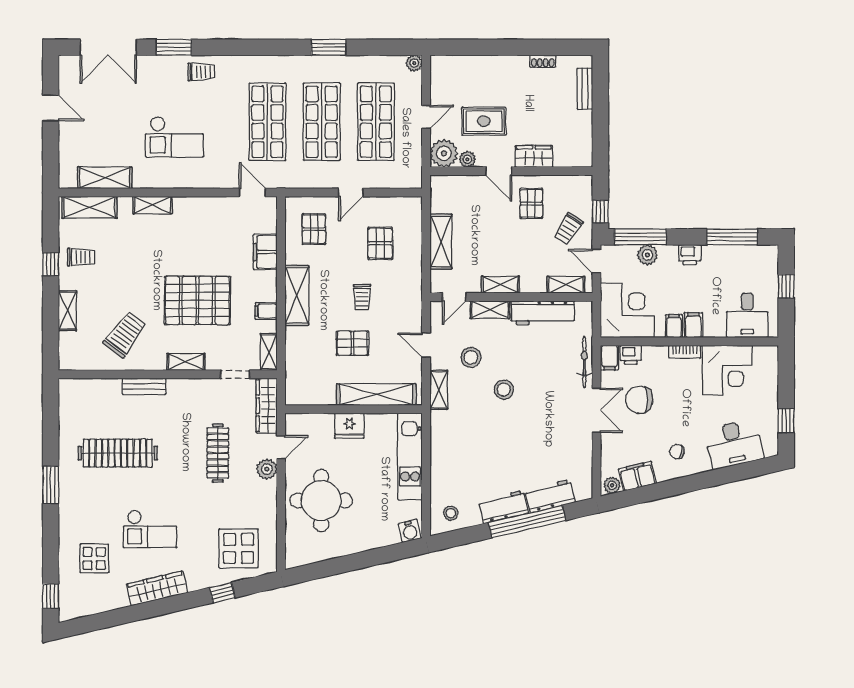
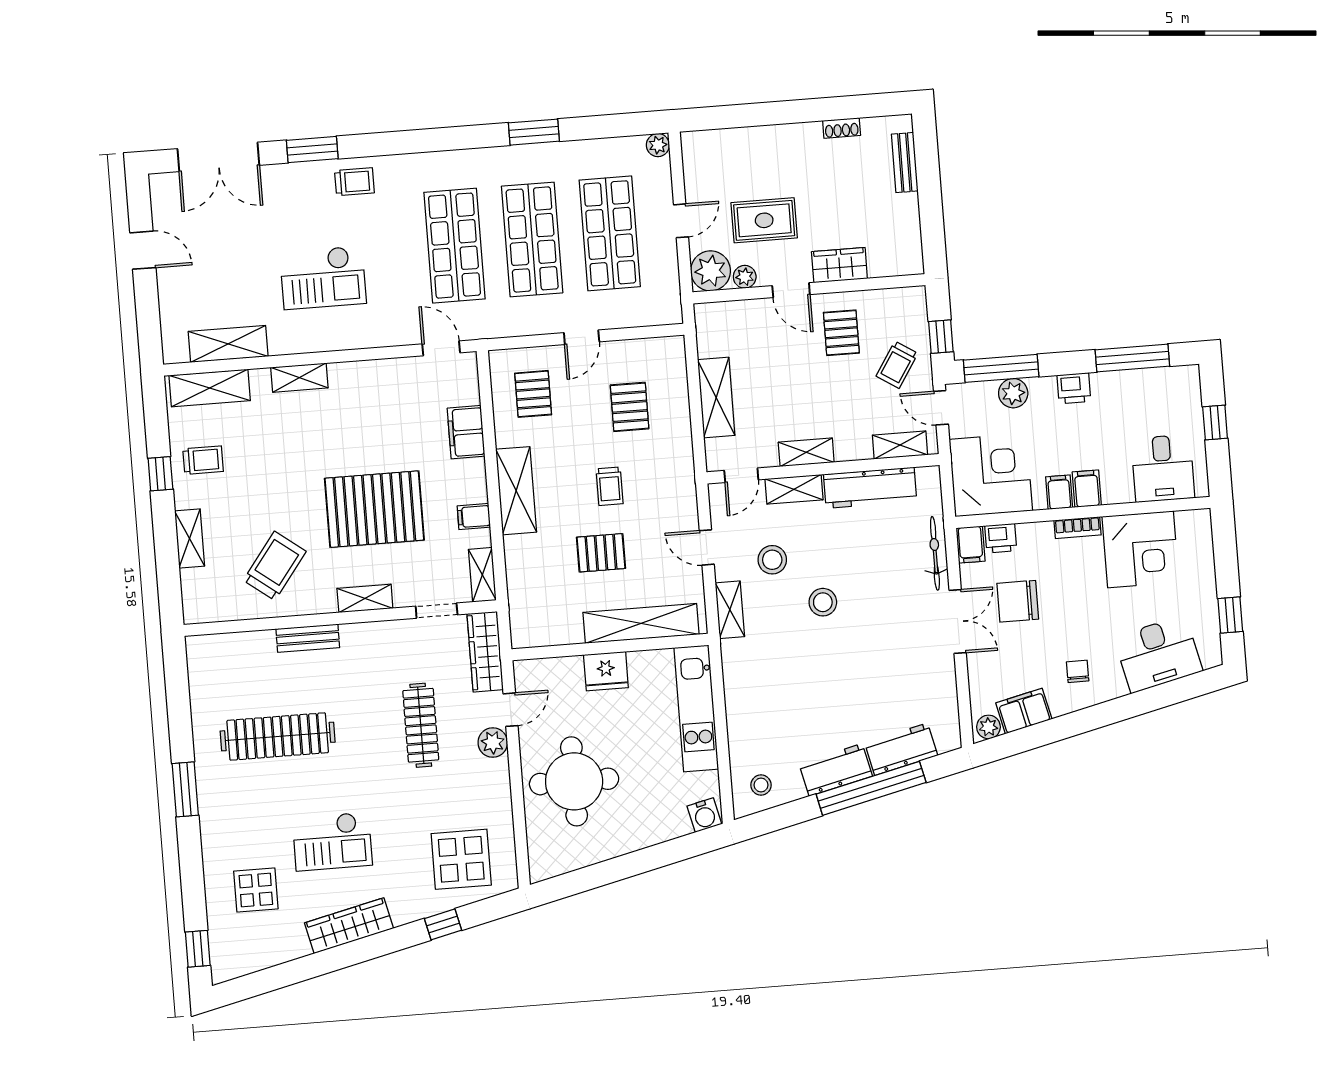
chair: (677, 452) -> (1078, 671), turned 80

